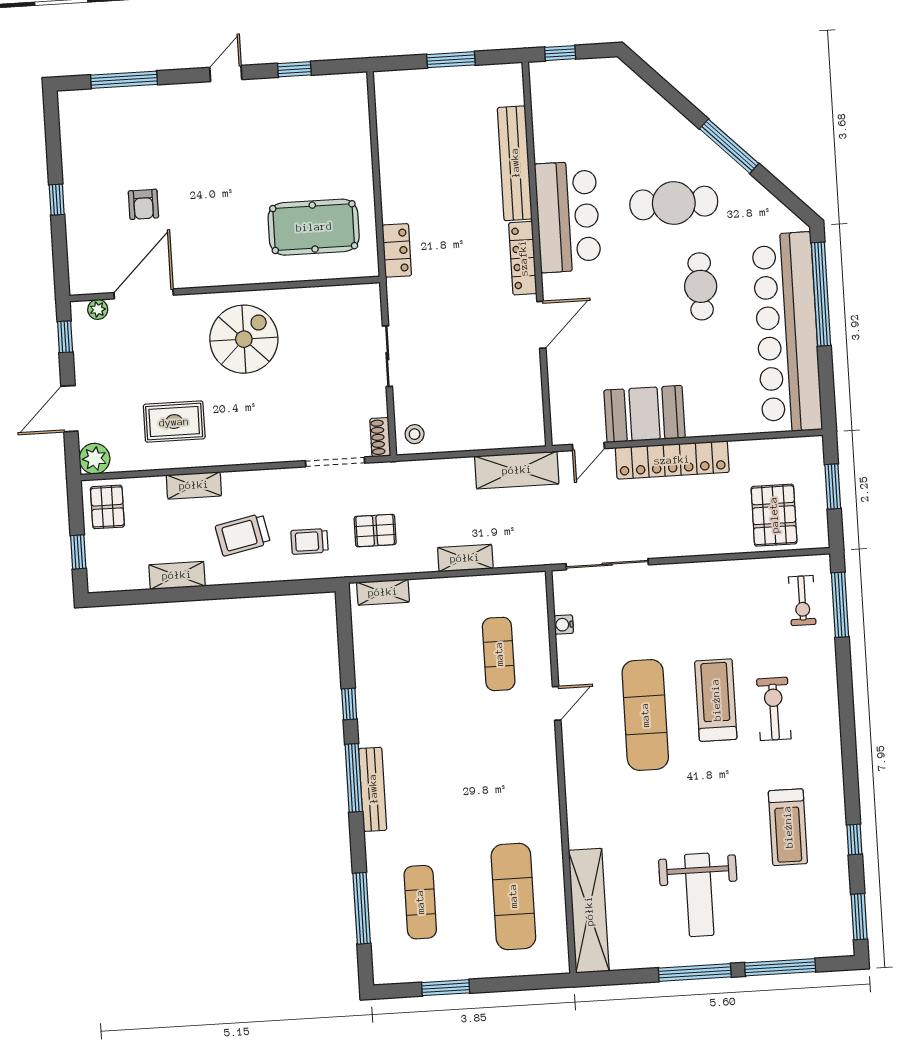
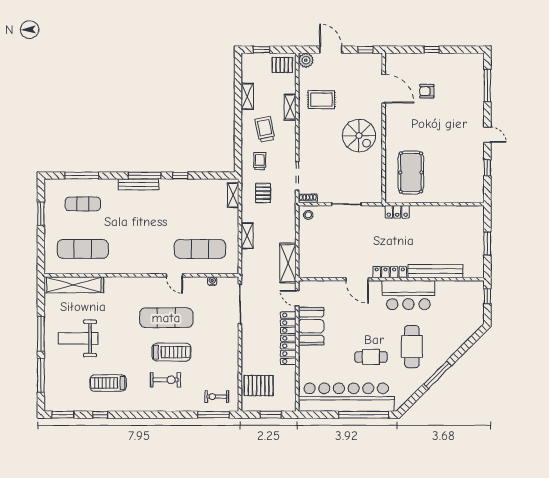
plant: (98, 309) -> (378, 66), removed
rug: (174, 422) -> (321, 100), turned 90
exercise mat: (499, 654) -> (200, 249), width x1.36, depth x1.45

